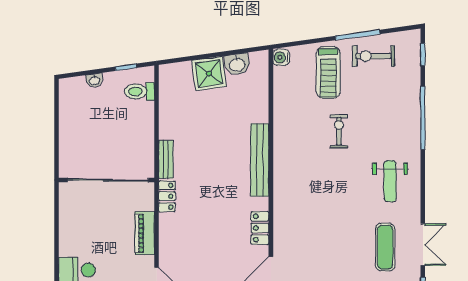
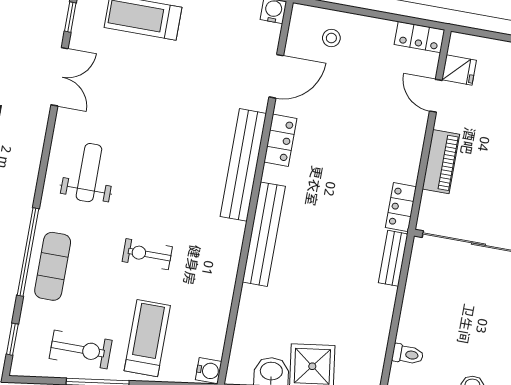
toilet: (140, 91) -> (408, 354), width x0.73, depth x0.72
exercise bike: (339, 131) -> (147, 254), turned 90
bench: (283, 206) -> (243, 165), added
double door: (423, 245) -> (60, 77), swing flipped
exercise mat: (385, 247) -> (53, 266), moved

